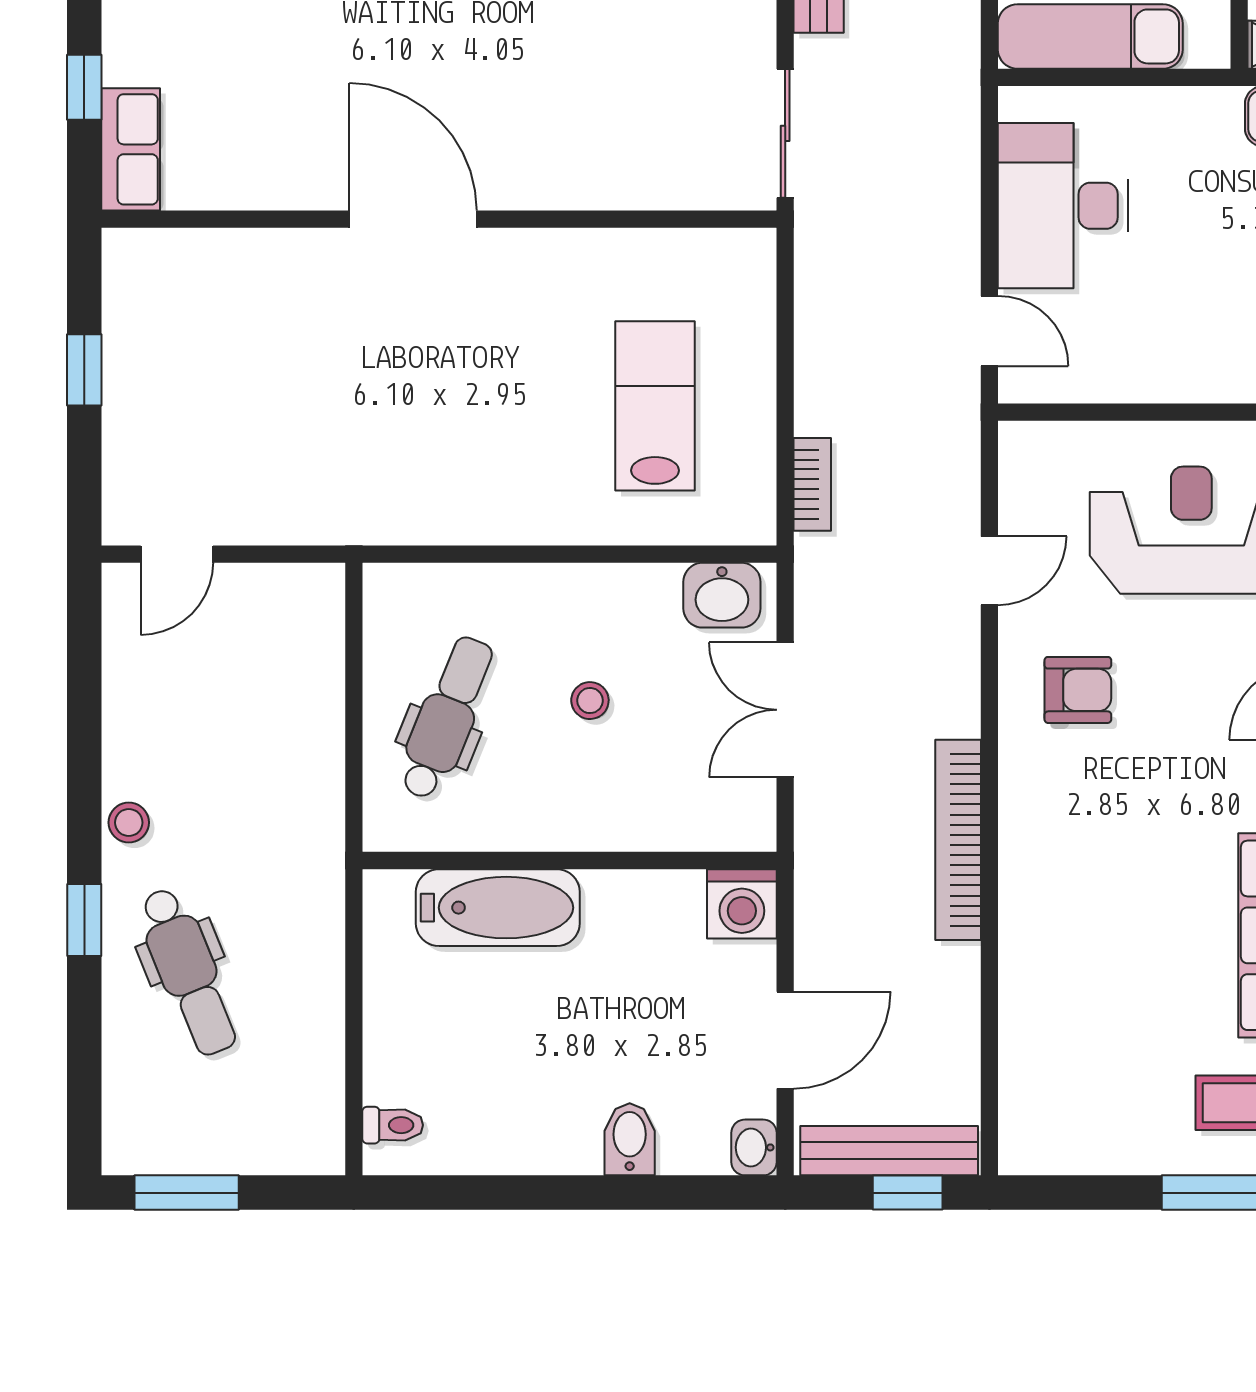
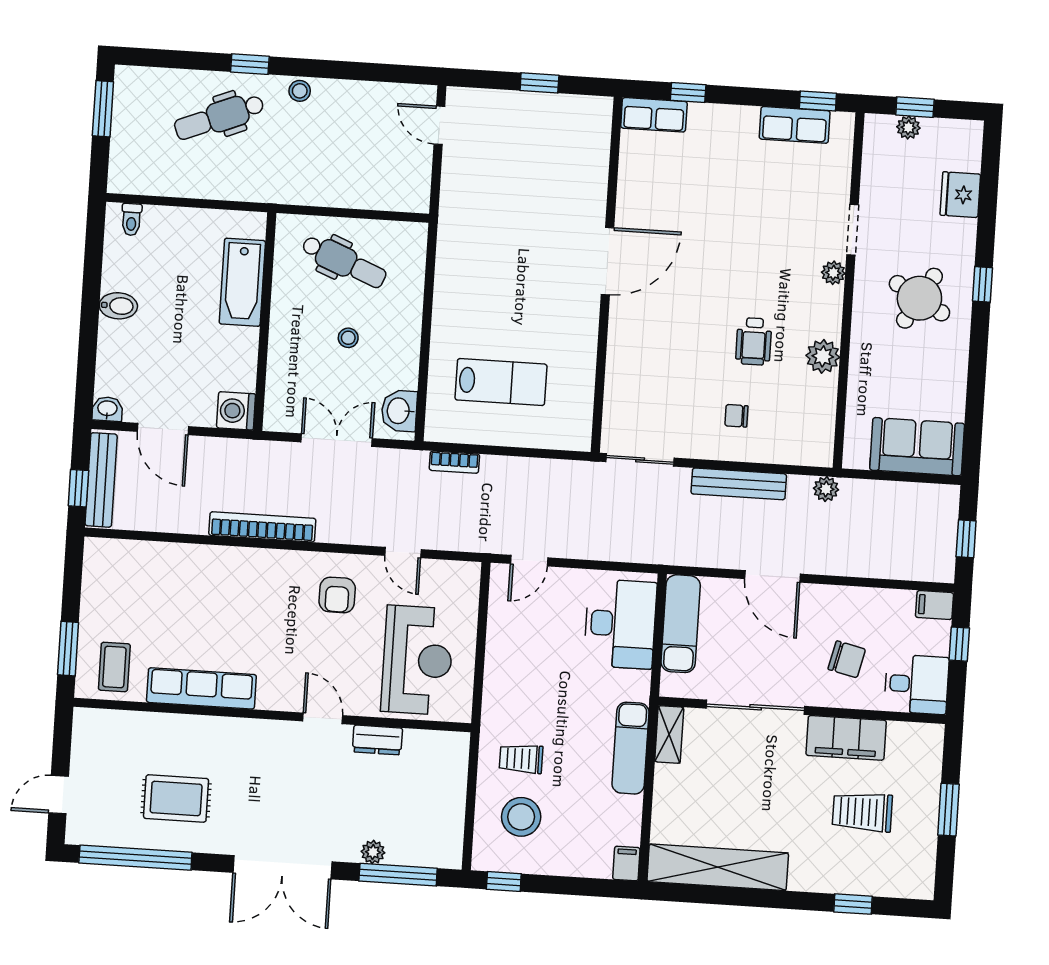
desk: (1063, 206) -> (620, 624), moved, turned 90
bidet: (630, 1139) -> (118, 306), moved

